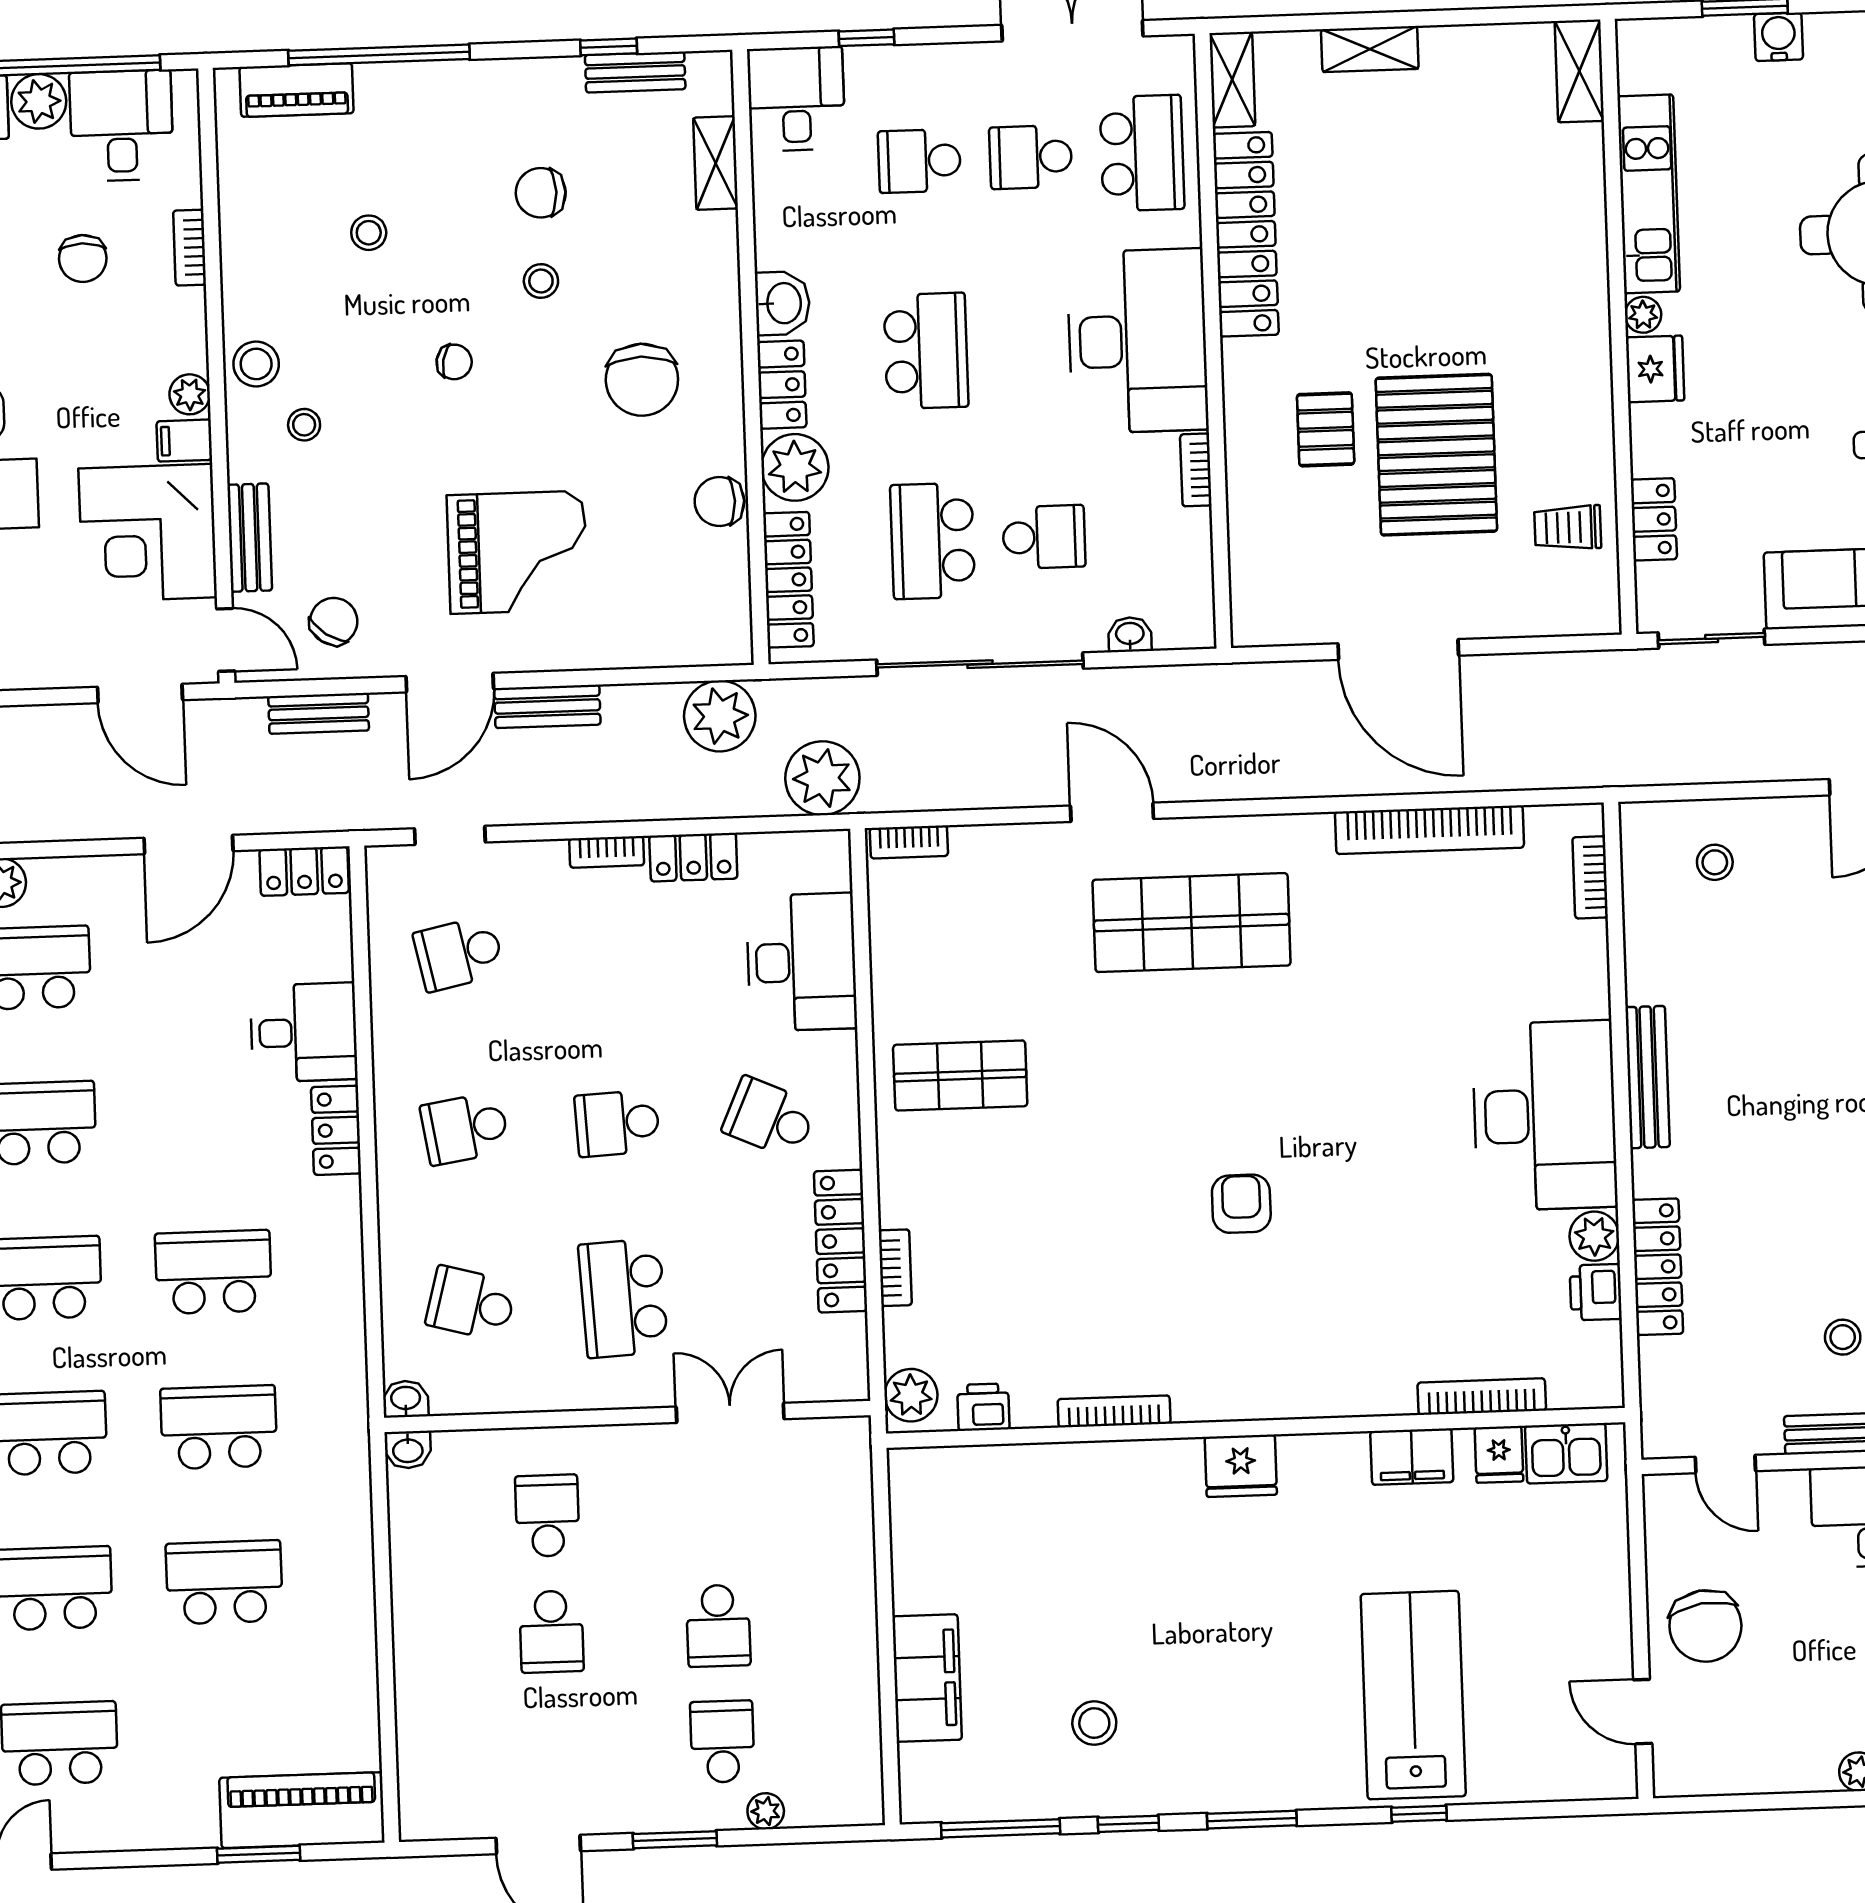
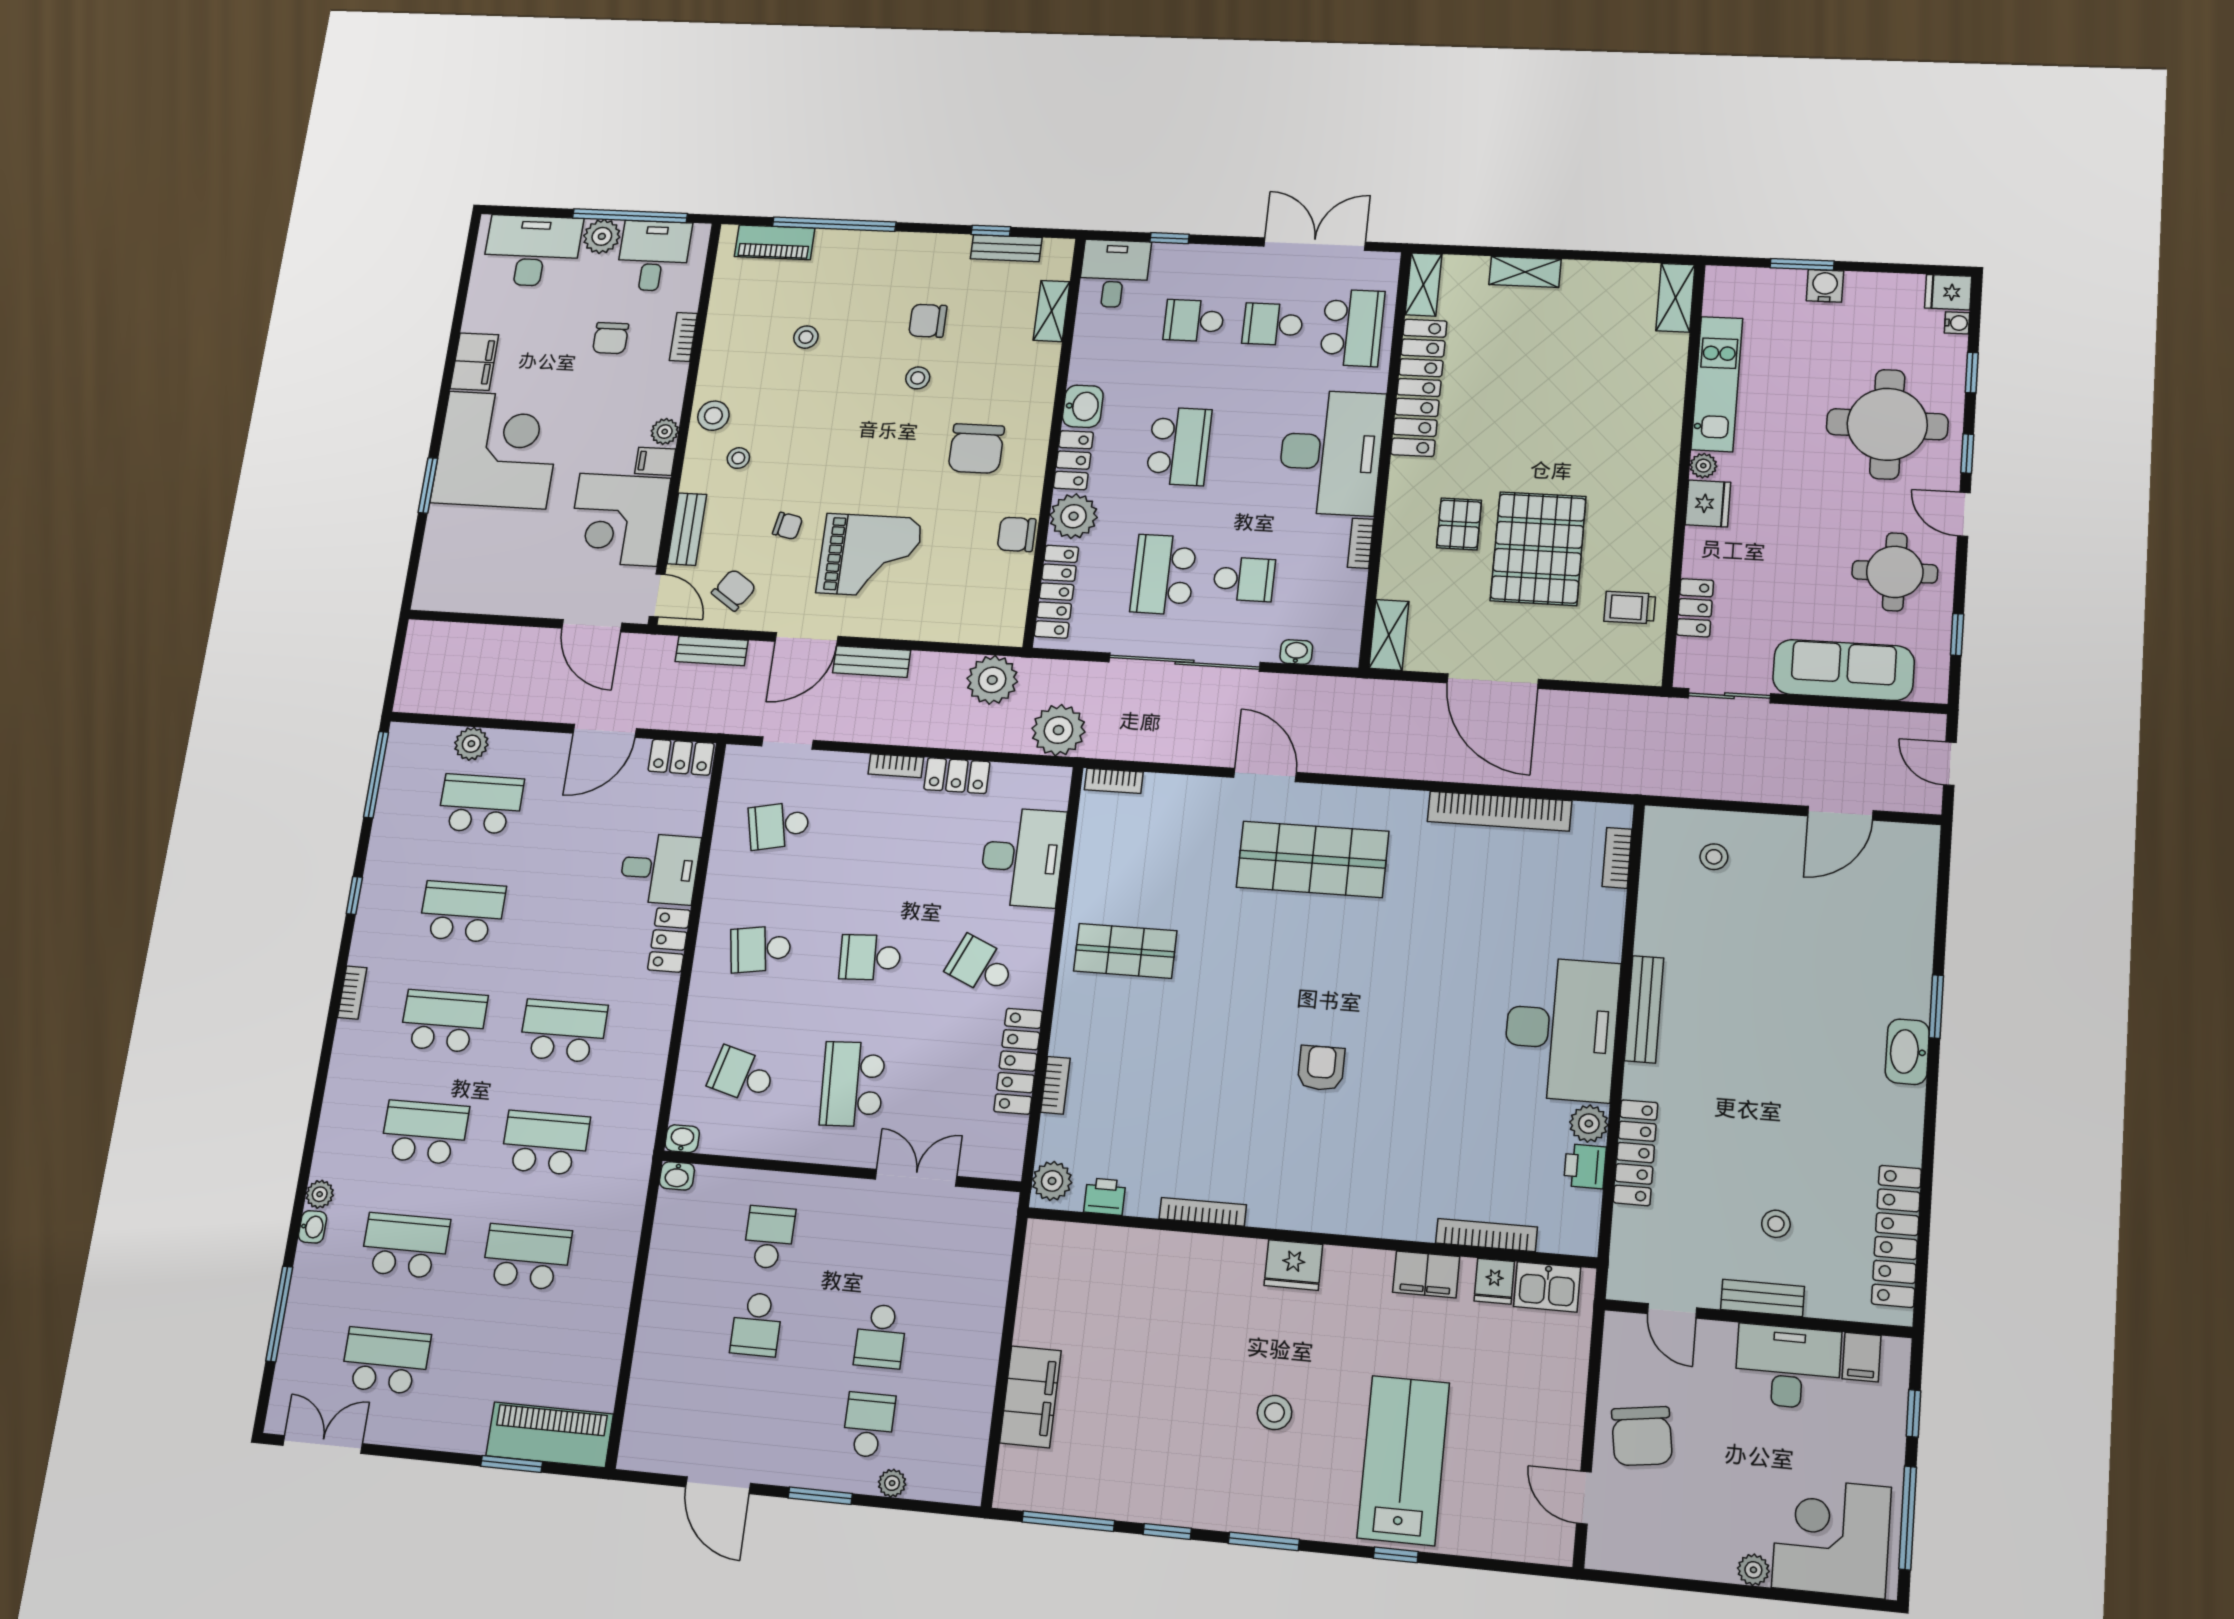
chair: (454, 362) -> (788, 526), moved
shelving: (1251, 598) -> (1389, 635), added
stool: (1094, 1723) -> (1275, 1413), moved

